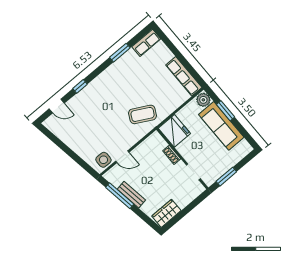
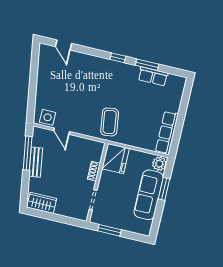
row of seats: (146, 43) -> (153, 76), moved
window: (80, 86) -> (118, 58), moved
coffee table: (143, 114) -> (110, 122), turned 54

